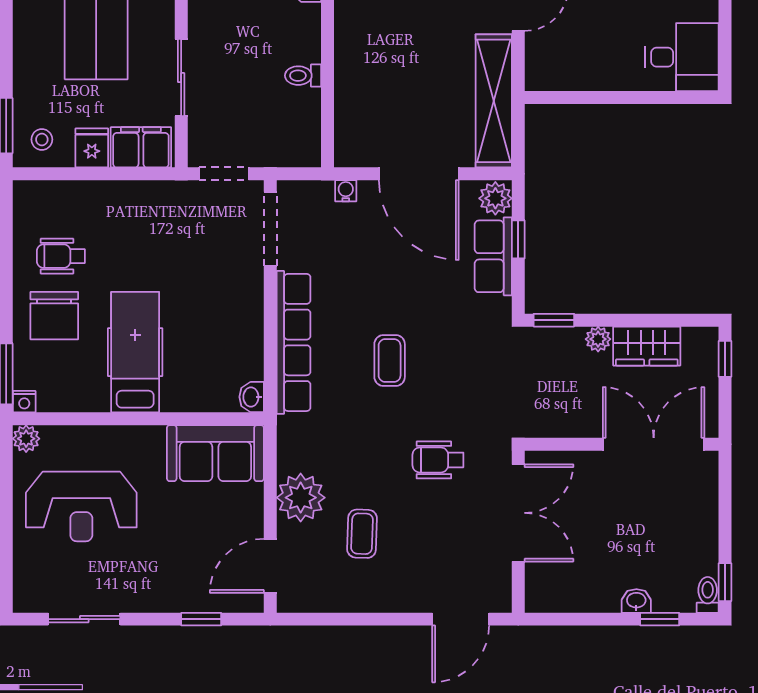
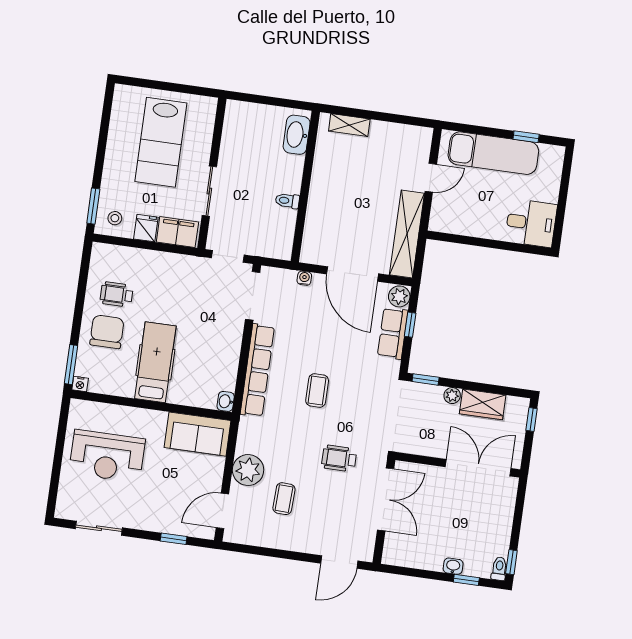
chair: (54, 316) -> (107, 332), turned 180
plant: (26, 439) -> (78, 408), removed

